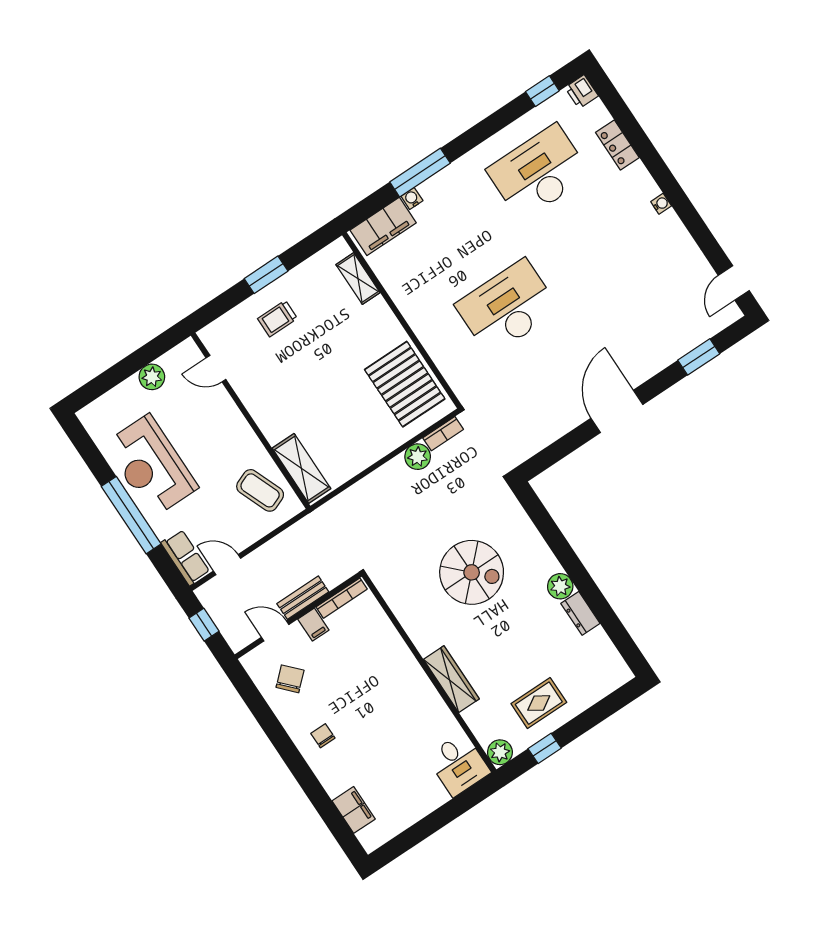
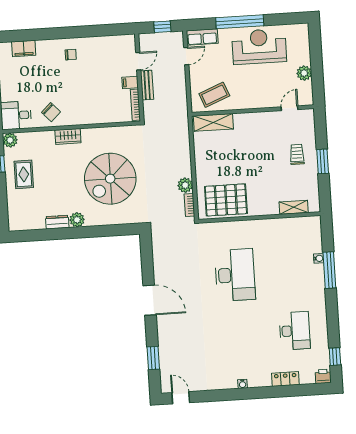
desk: (539, 172) -> (295, 331), width x0.73, depth x0.77
filing cabinet: (383, 226) -> (313, 235), removed
spiral stairs: (472, 572) -> (110, 179), width x1.37, depth x1.37
chair: (290, 679) -> (51, 112), moved
wardrobe: (451, 679) -> (68, 136), width x0.67

